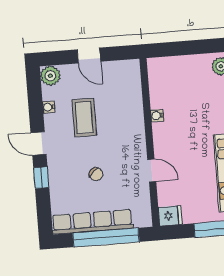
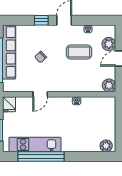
plant: (130, 69) -> (109, 85), added
plant: (50, 76) -> (109, 44), moved

